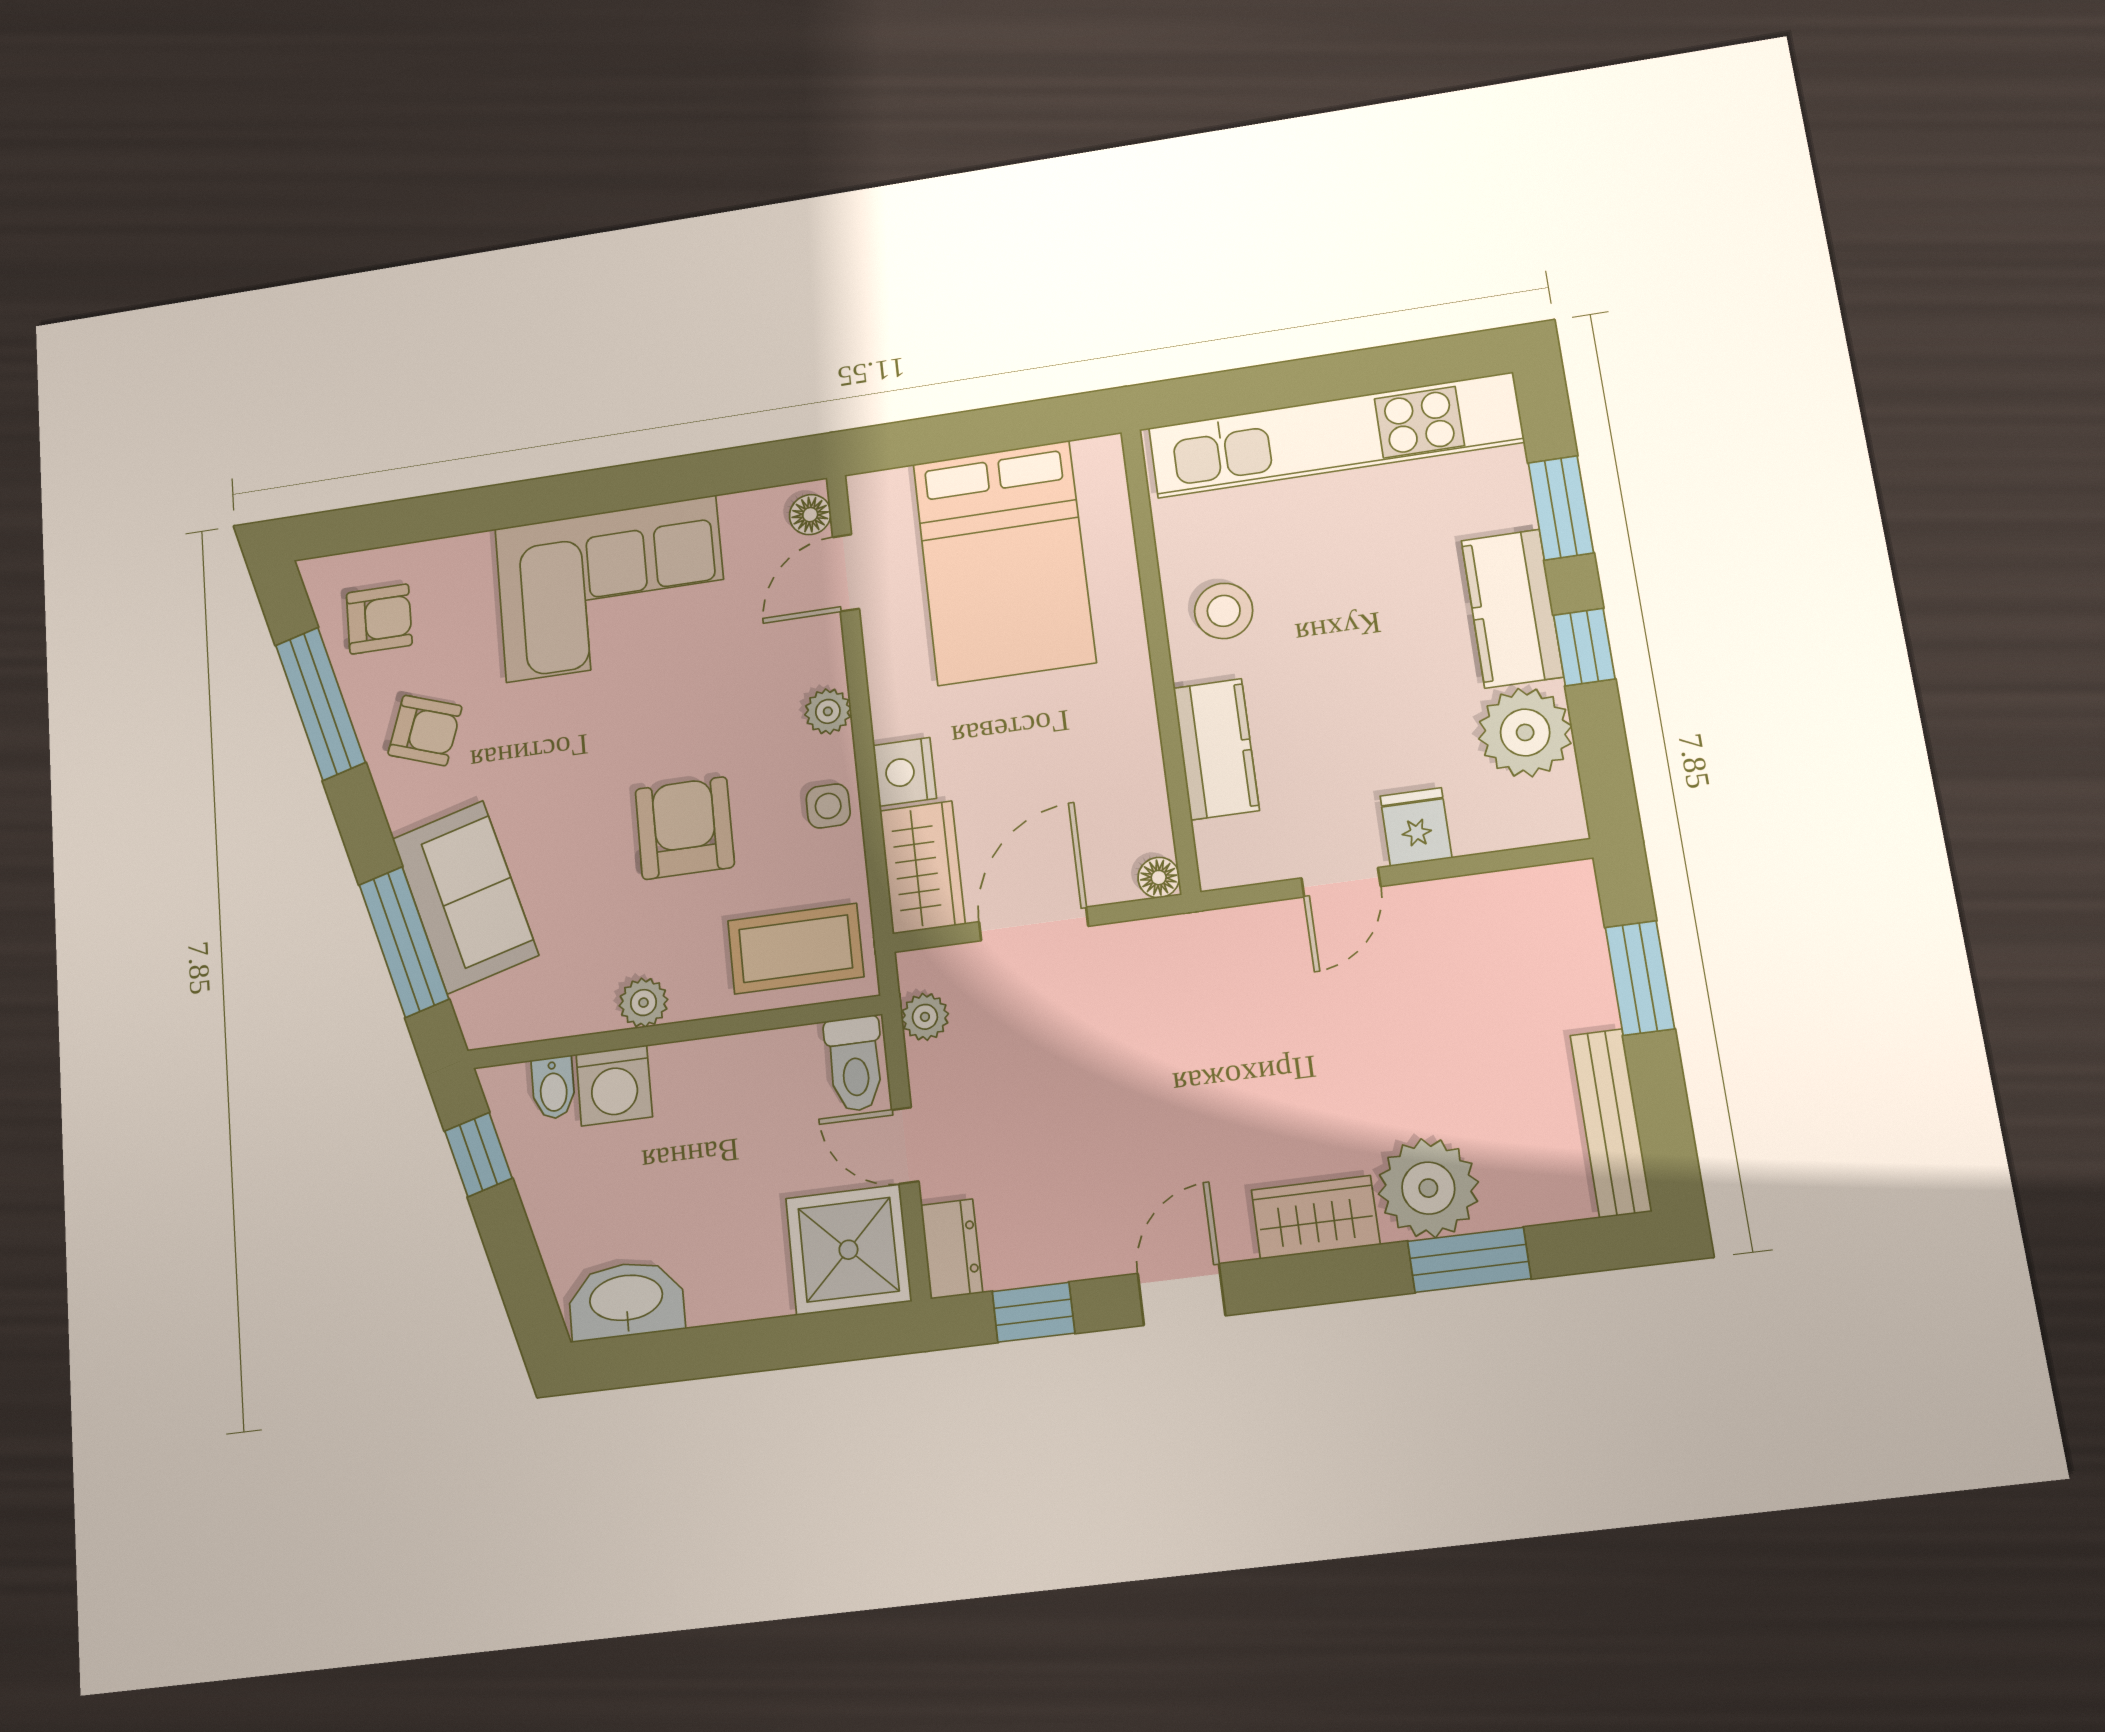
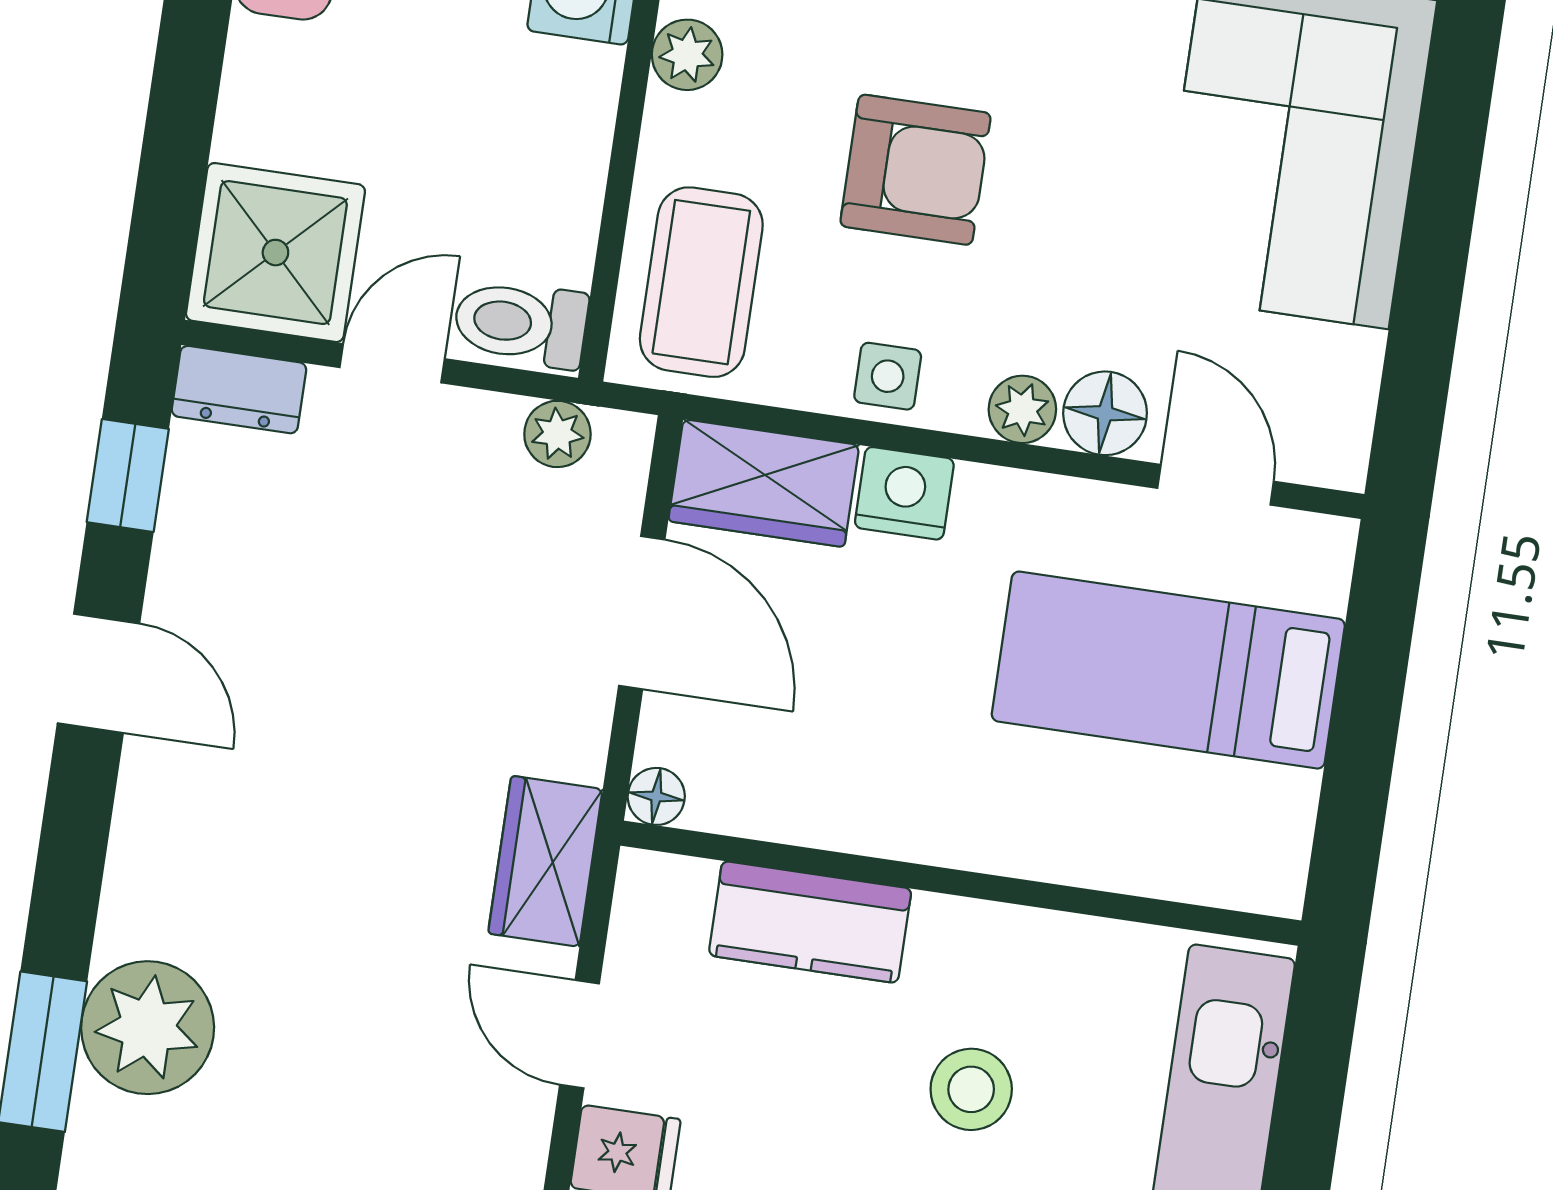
floor lamp: (810, 515) -> (1105, 413), moved, width x1.37, depth x1.37
bed: (1004, 562) -> (1168, 670), width x0.67
stool: (1224, 611) -> (971, 1089), moved
wardrobe: (1315, 1217) -> (545, 861), moved, turned 180

